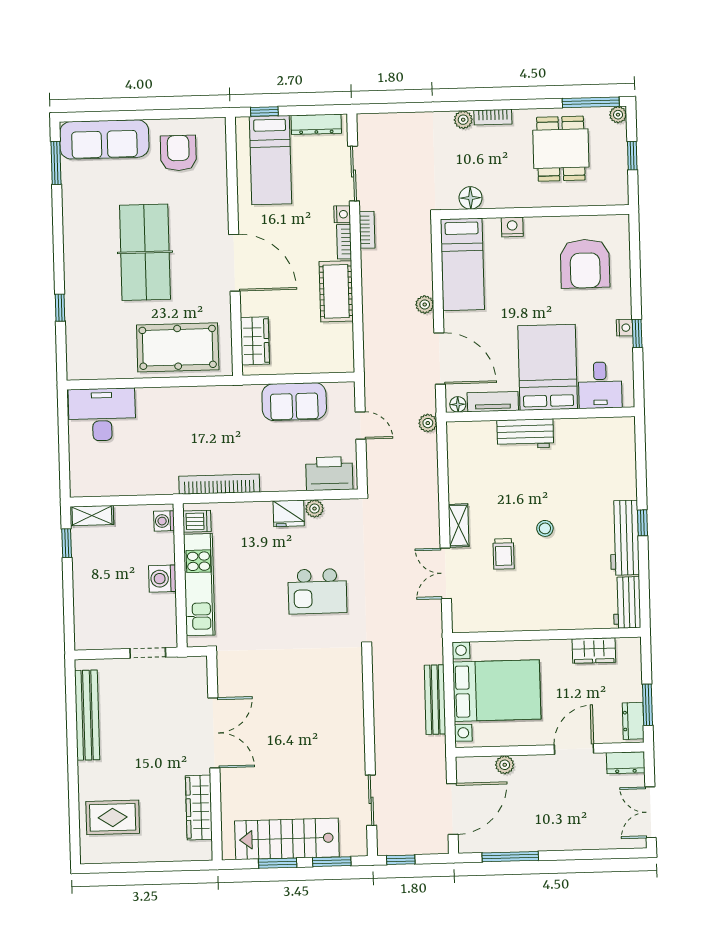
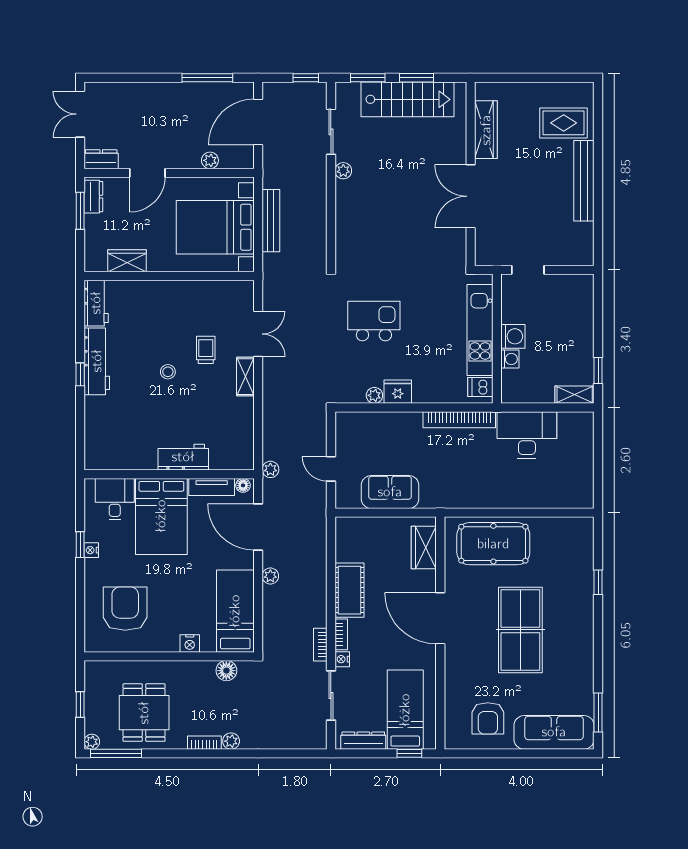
desk: (102, 415) -> (527, 435), moved, turned 180
printer: (329, 474) -> (360, 426), removed
washing machine: (164, 521) -> (510, 359), moved
bench: (87, 715) -> (584, 181), moved
plant: (356, 757) -> (343, 171), added
double door: (651, 812) -> (80, 114), swing flipped

